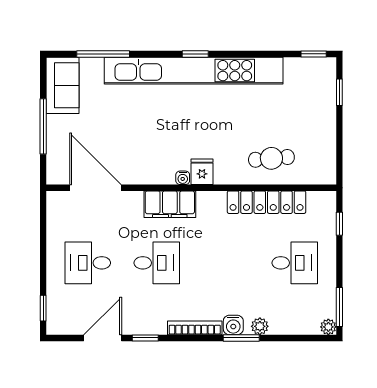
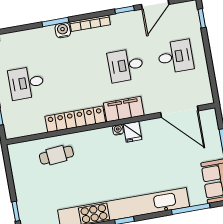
fridge: (202, 172) -> (133, 132), moved
locker: (267, 202) -> (75, 119), moved
plant: (260, 326) -> (43, 33), removed

